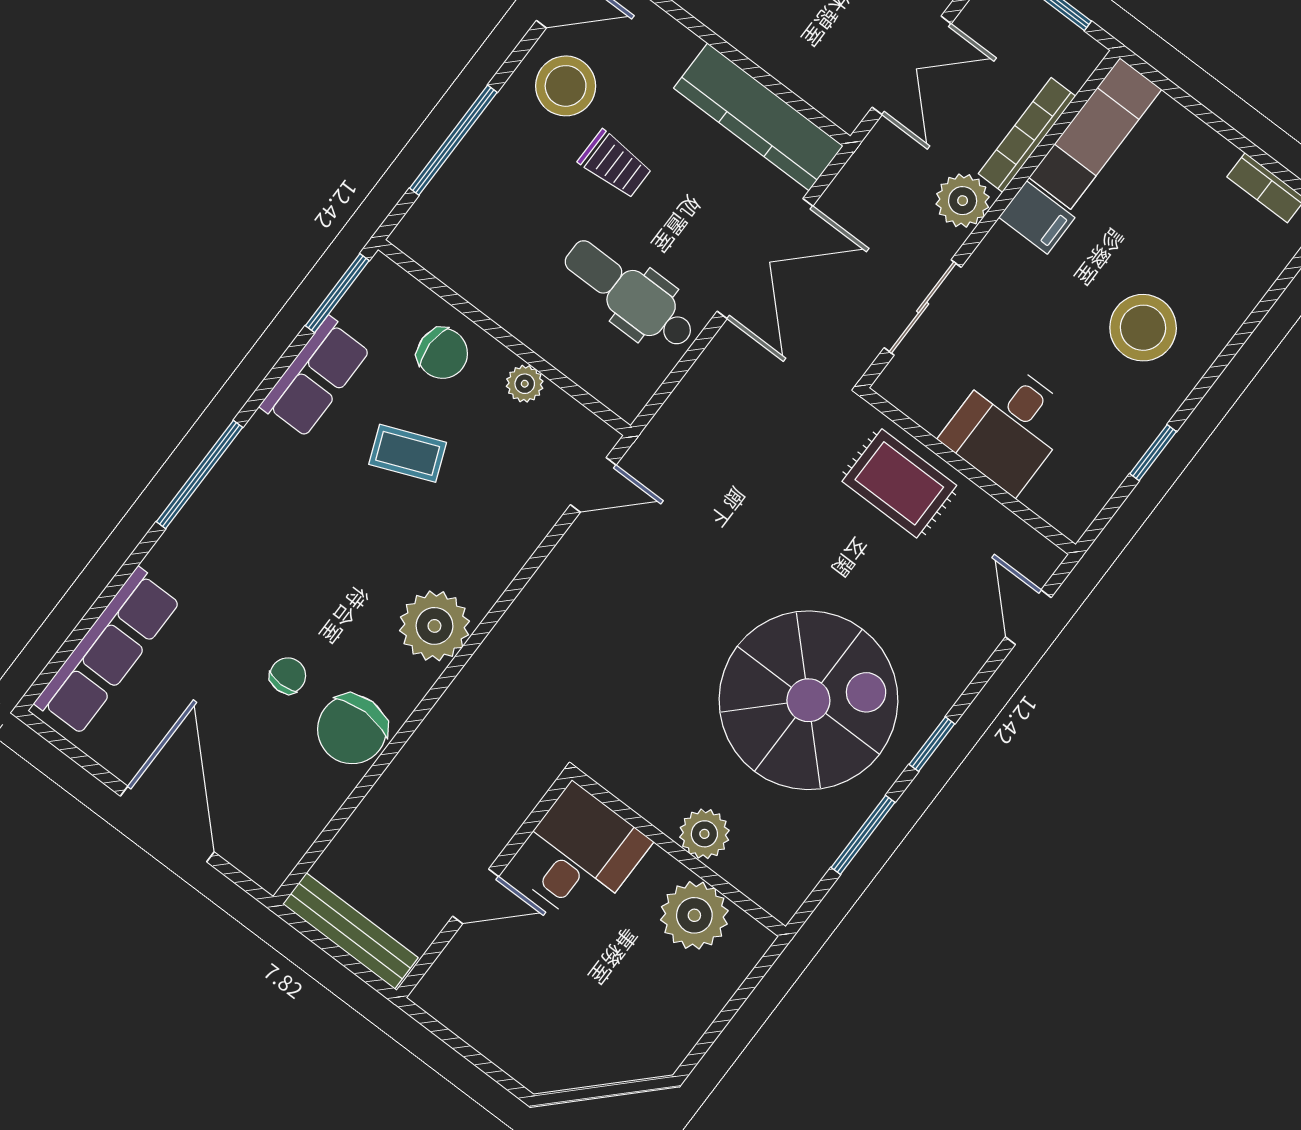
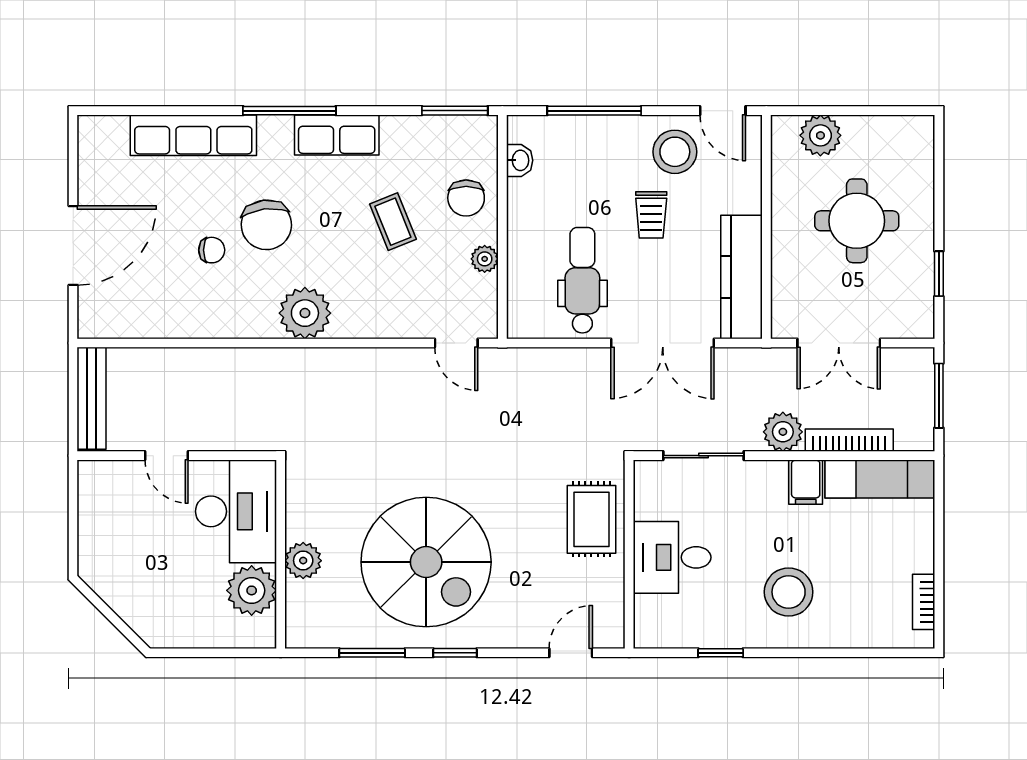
washbasin: (446, 263) -> (520, 160), added
row of seats: (315, 377) -> (337, 135), moved
row of seats: (108, 651) -> (193, 135), moved
chair: (352, 729) -> (266, 225), moved, turned -97
desk: (579, 855) -> (236, 511), width x1.37

